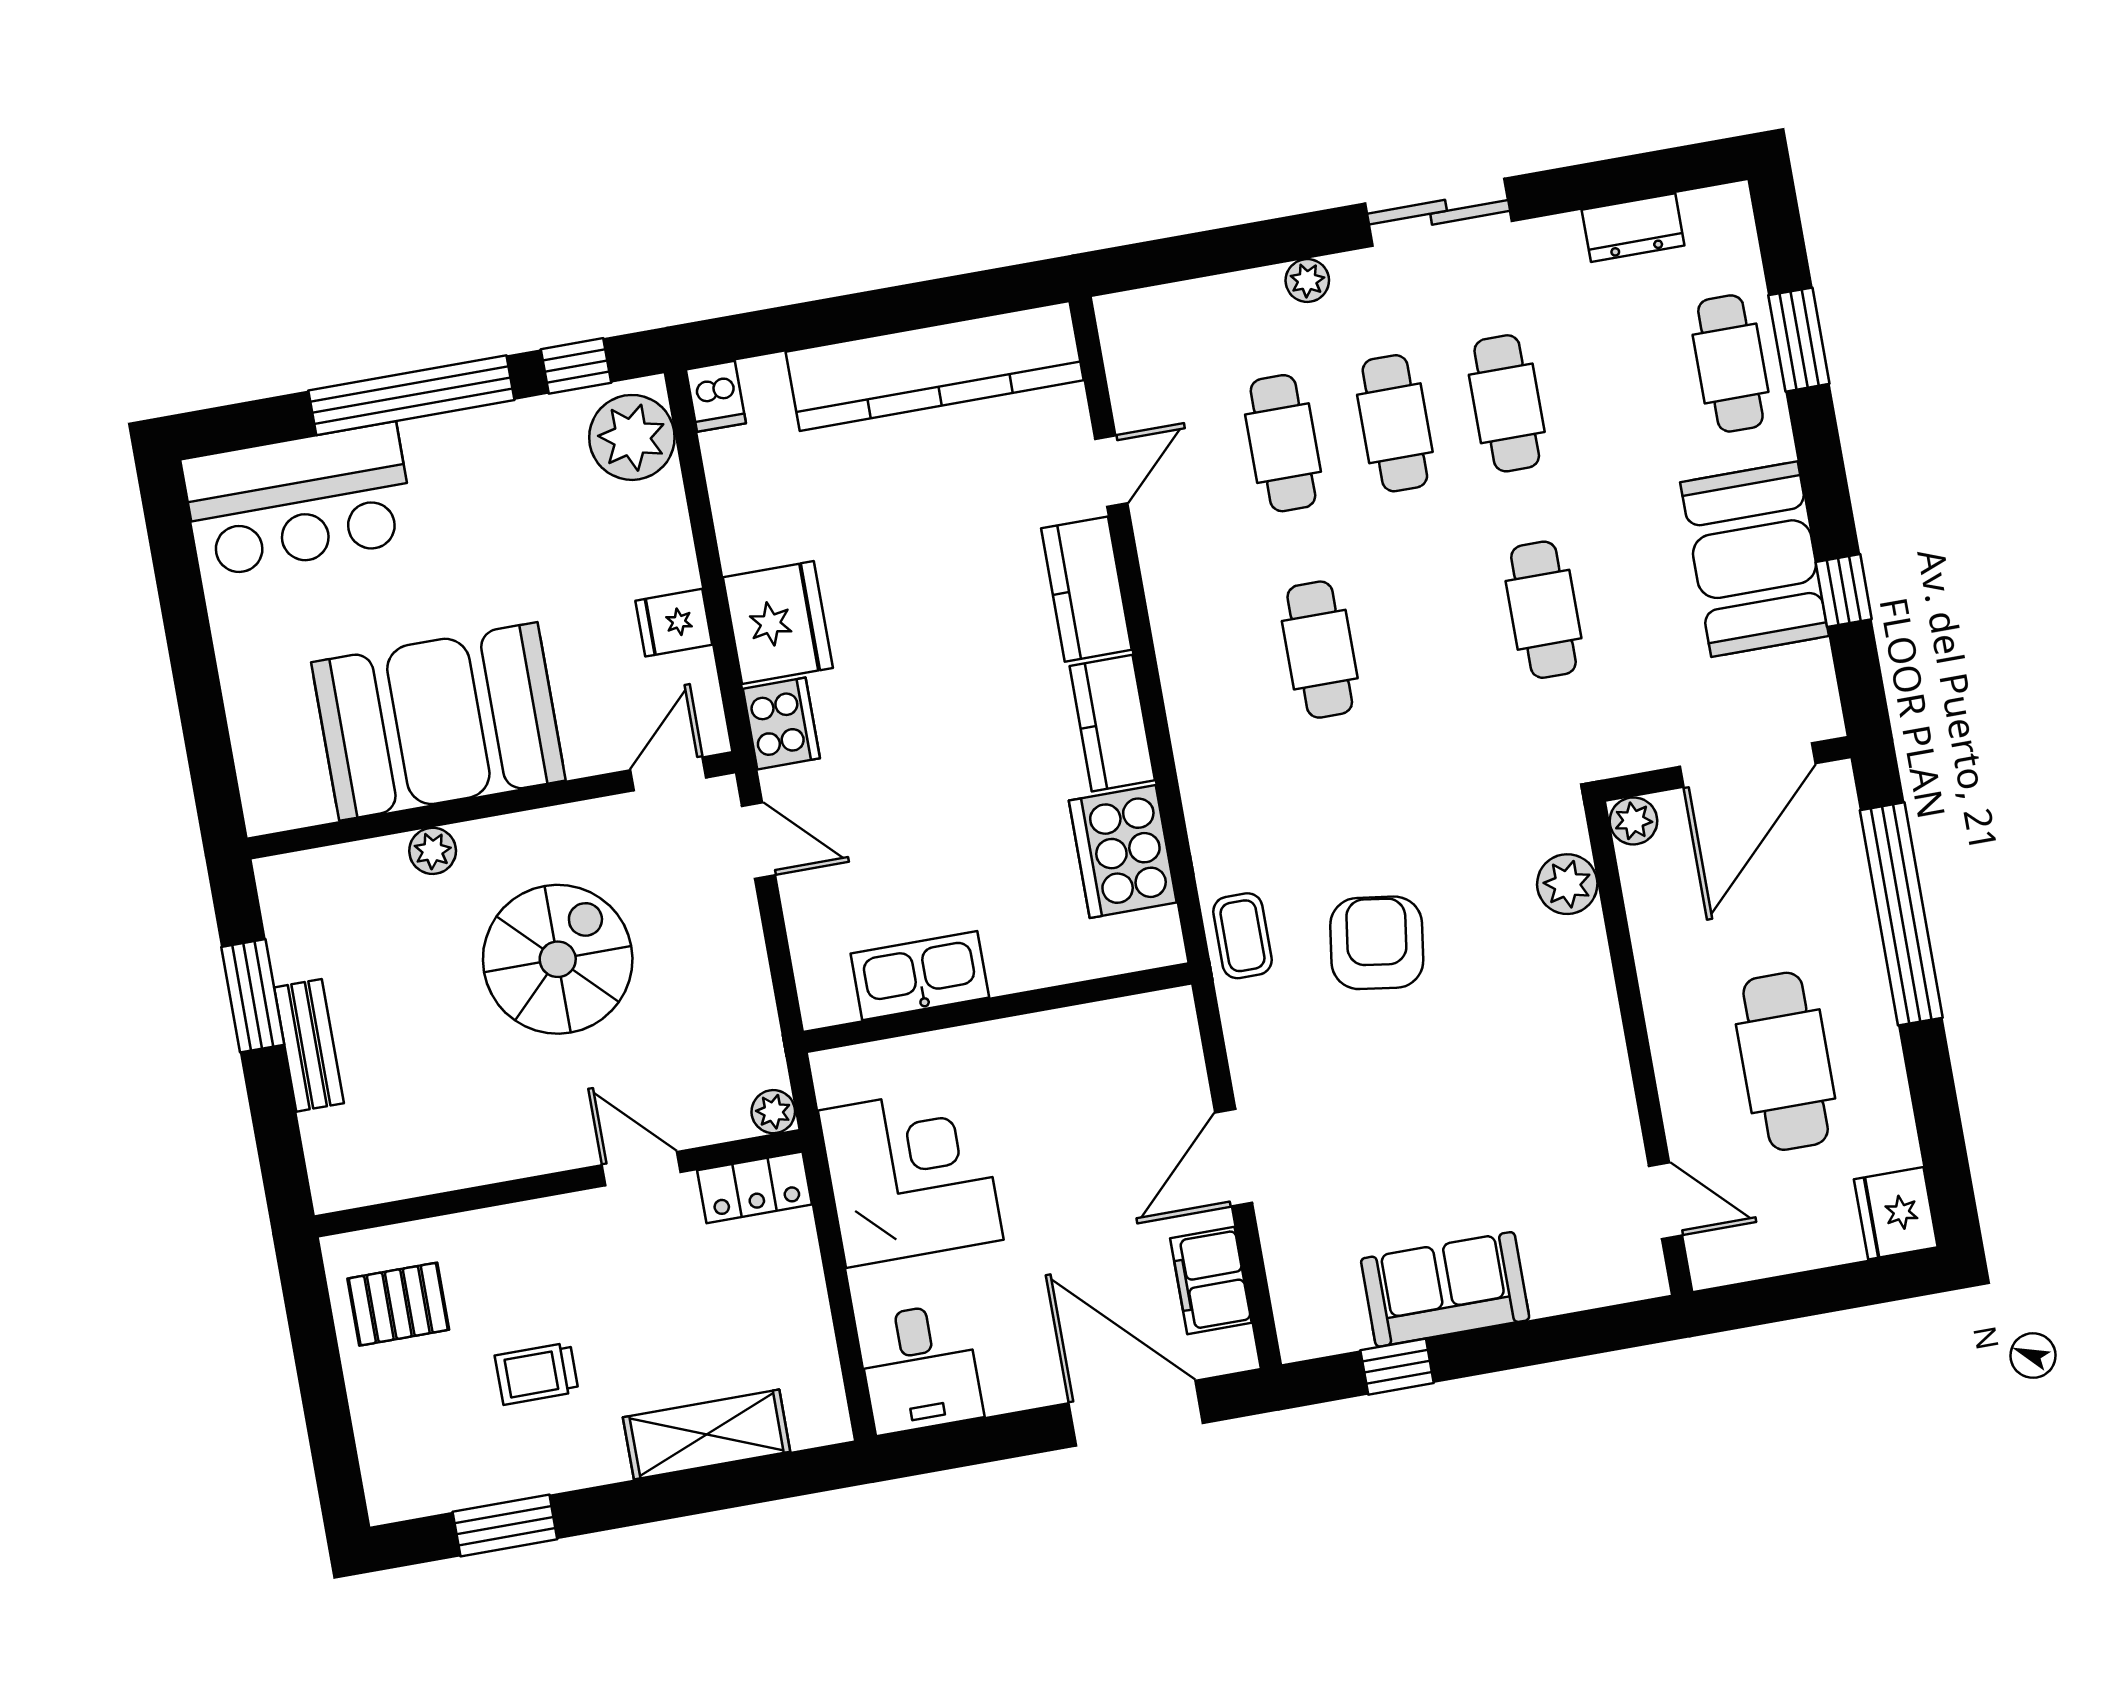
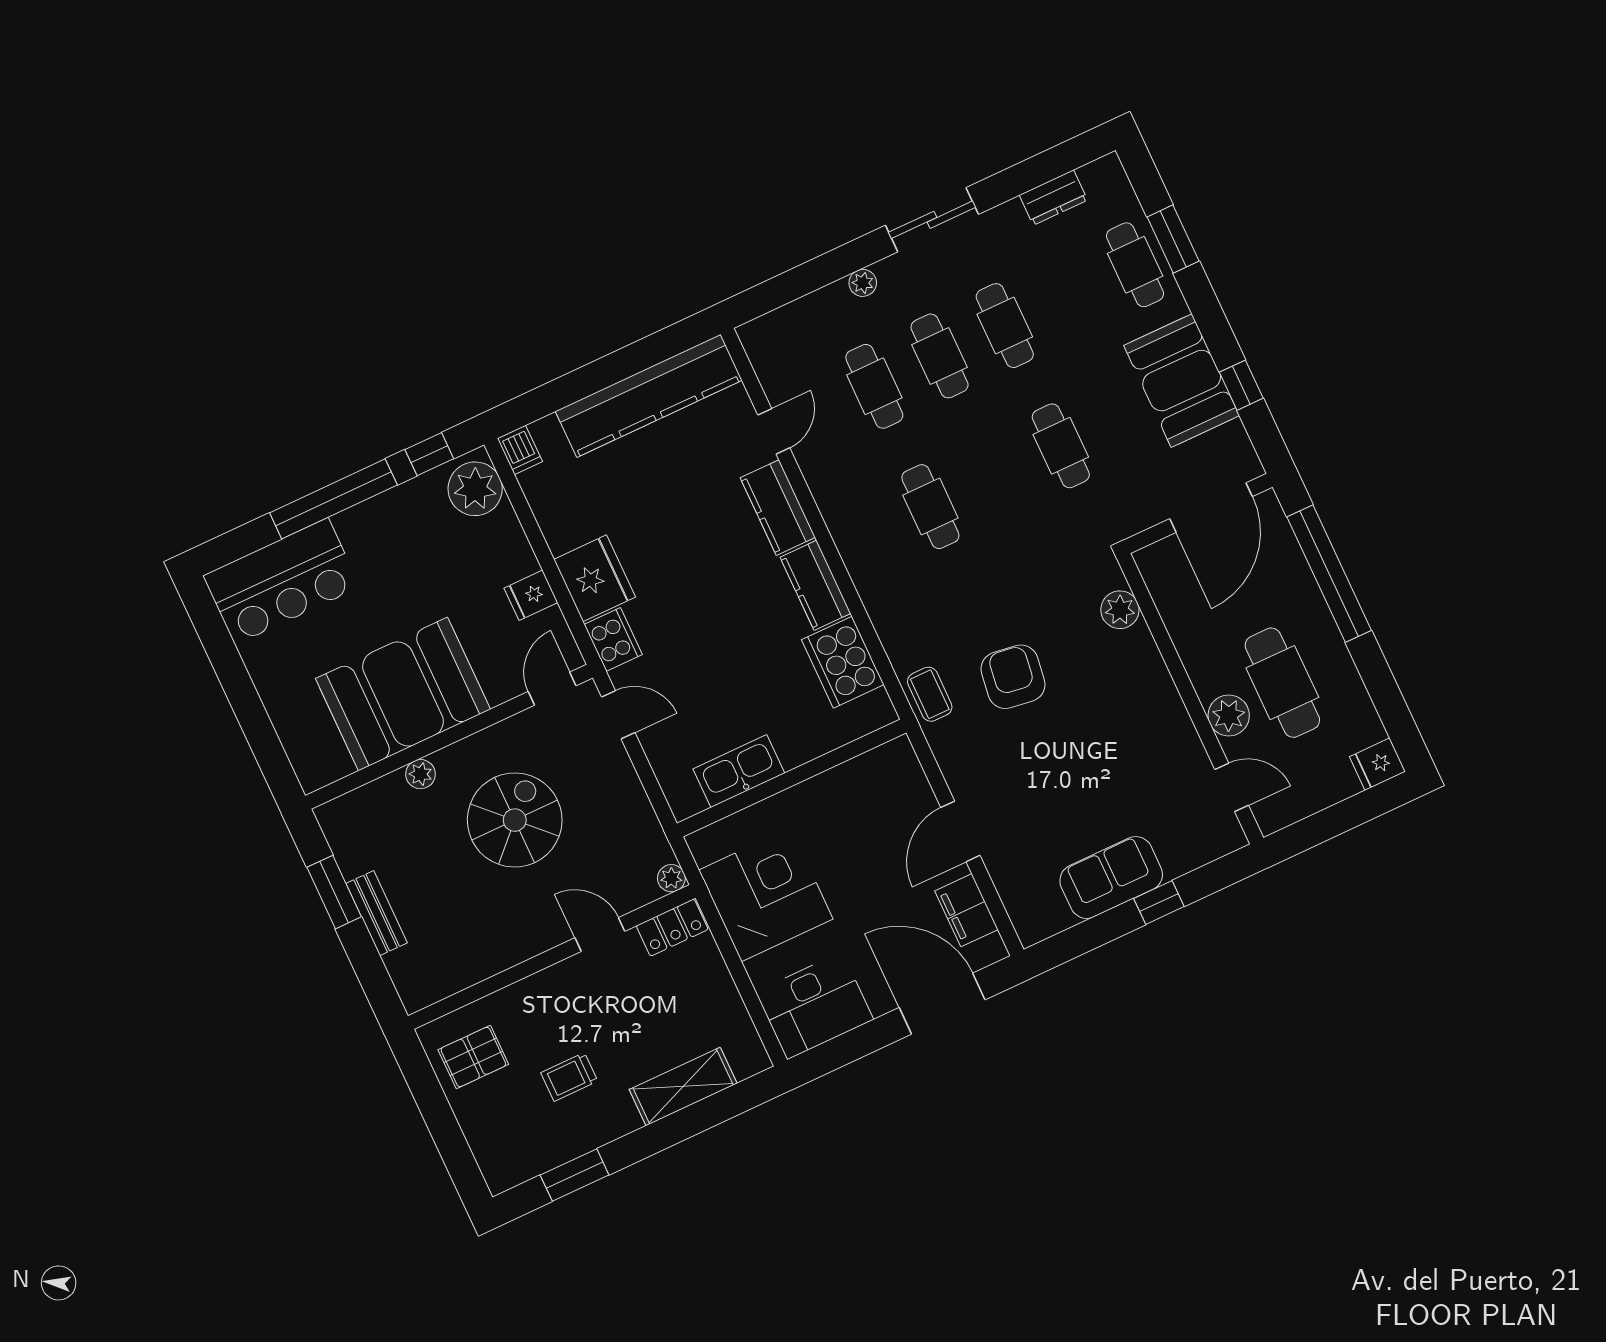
plant: (1633, 821) -> (1229, 715), moved, width x1.38, depth x1.38
fridge: (1896, 1213) -> (1378, 764), width x0.72
window: (1397, 1367) -> (1159, 902), moved
desk: (920, 1368) -> (815, 1006), width x1.37

